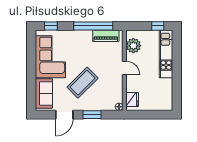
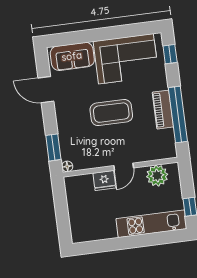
piano: (106, 36) -> (163, 110), moved
coffee table: (83, 83) -> (111, 113), moved, turned -45
fridge: (132, 100) -> (104, 181), moved
window: (92, 115) -> (53, 147), moved

